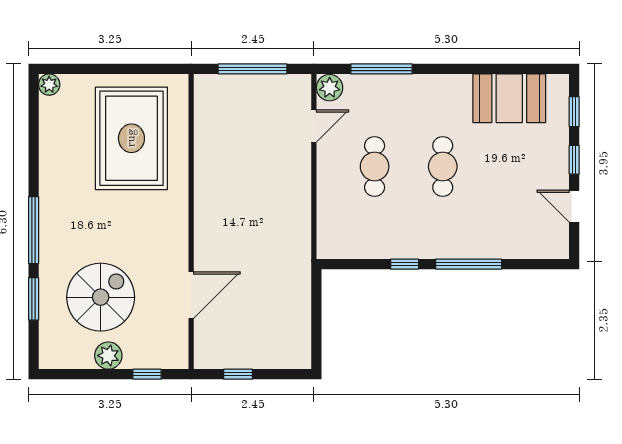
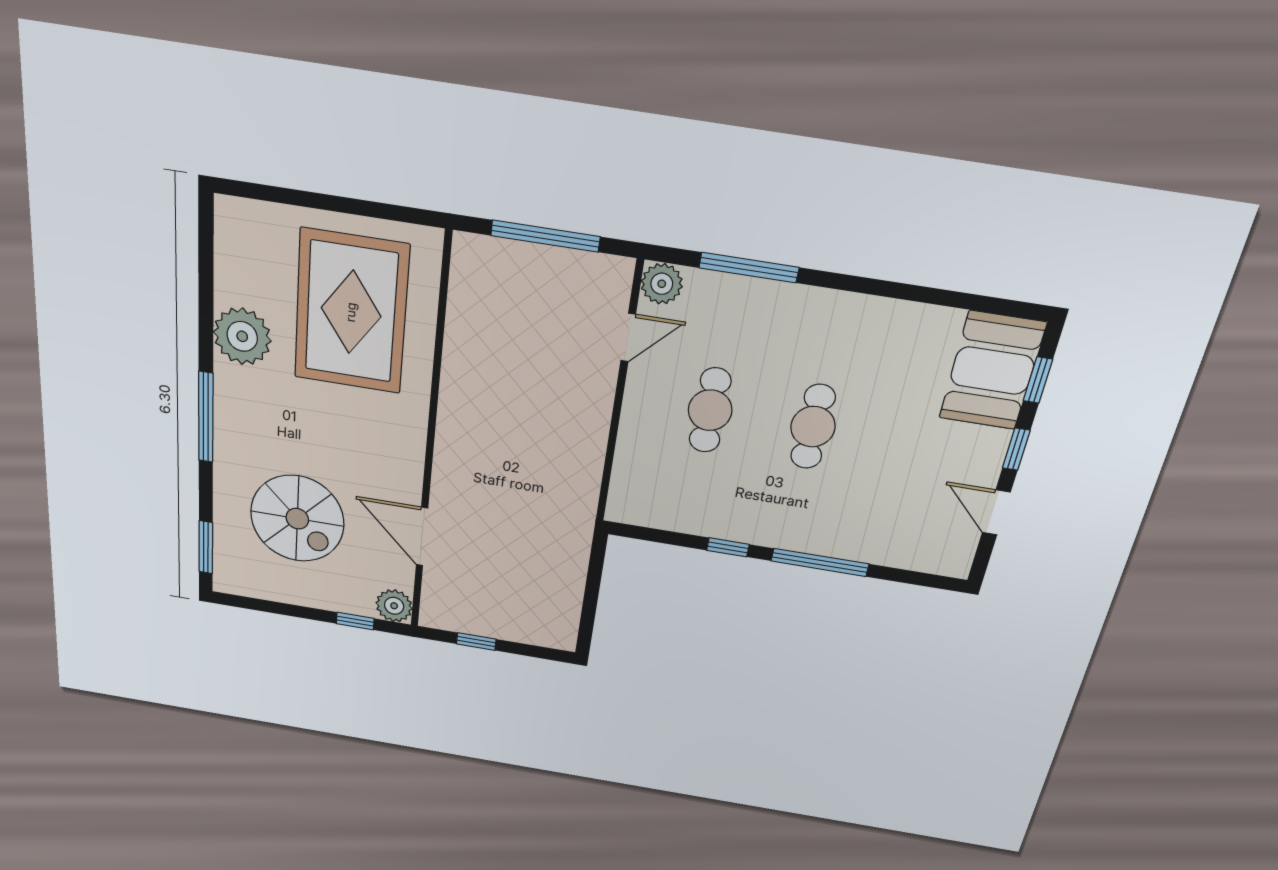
plant: (49, 85) -> (242, 336), moved, width x1.88, depth x1.88
booth: (509, 98) -> (992, 371), moved, turned 90
door: (191, 295) -> (422, 537), swing flipped
spiral stairs: (101, 297) -> (297, 519), turned 90
window: (34, 299) -> (206, 547), moved
plant: (108, 356) -> (394, 606), moved

